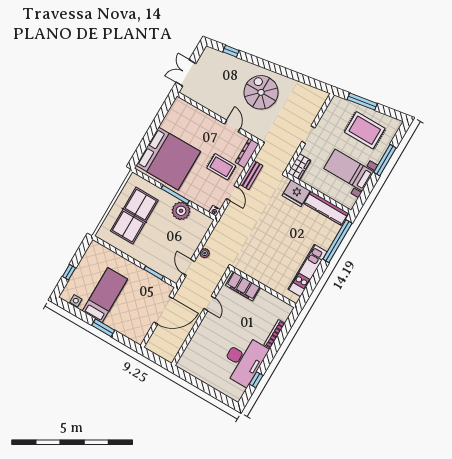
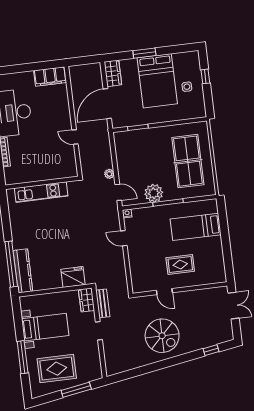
dresser: (247, 153) -> (136, 279), removed
bed: (168, 158) -> (196, 227), width x0.49
rug: (221, 167) -> (180, 265), moved
bench: (251, 175) -> (103, 303), moved
kitchen counter: (326, 208) -> (23, 271), moved, turned 90
door: (189, 267) -> (118, 192), moved
kitchen unit: (307, 270) -> (41, 192), moved, turned 90
filing cabinet: (243, 286) -> (50, 76), moved, turned 180
bed: (105, 295) -> (157, 81), width x1.50
side table: (76, 301) -> (187, 87), moved
wardrobe: (141, 331) -> (113, 73), added

